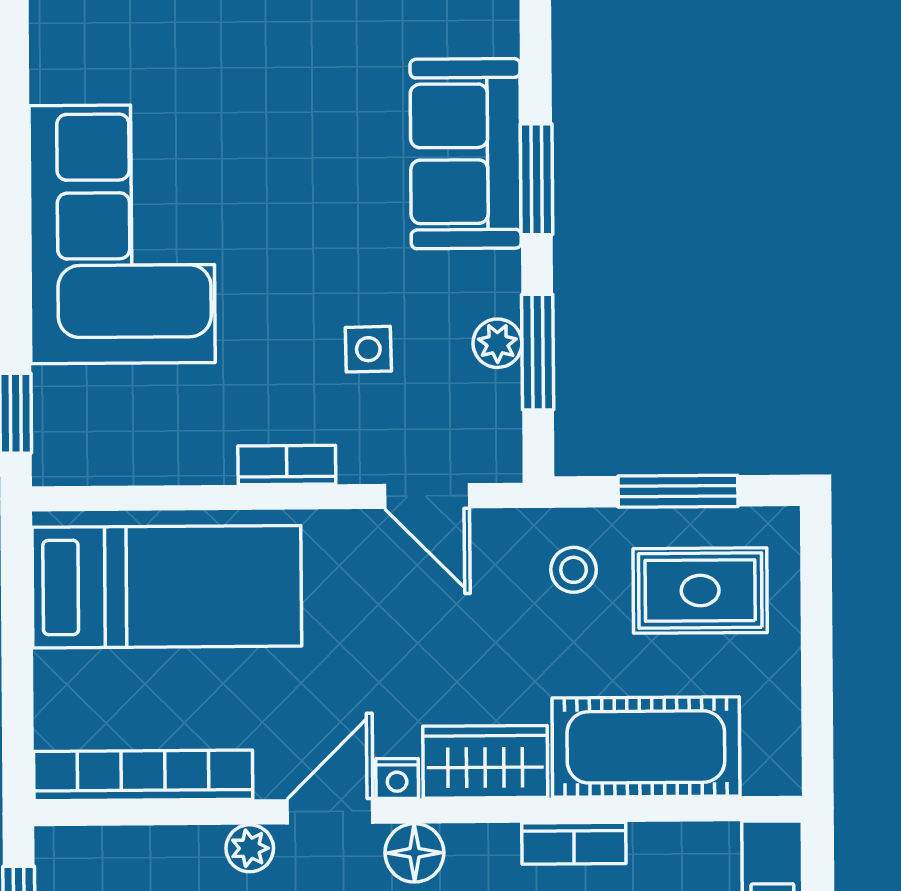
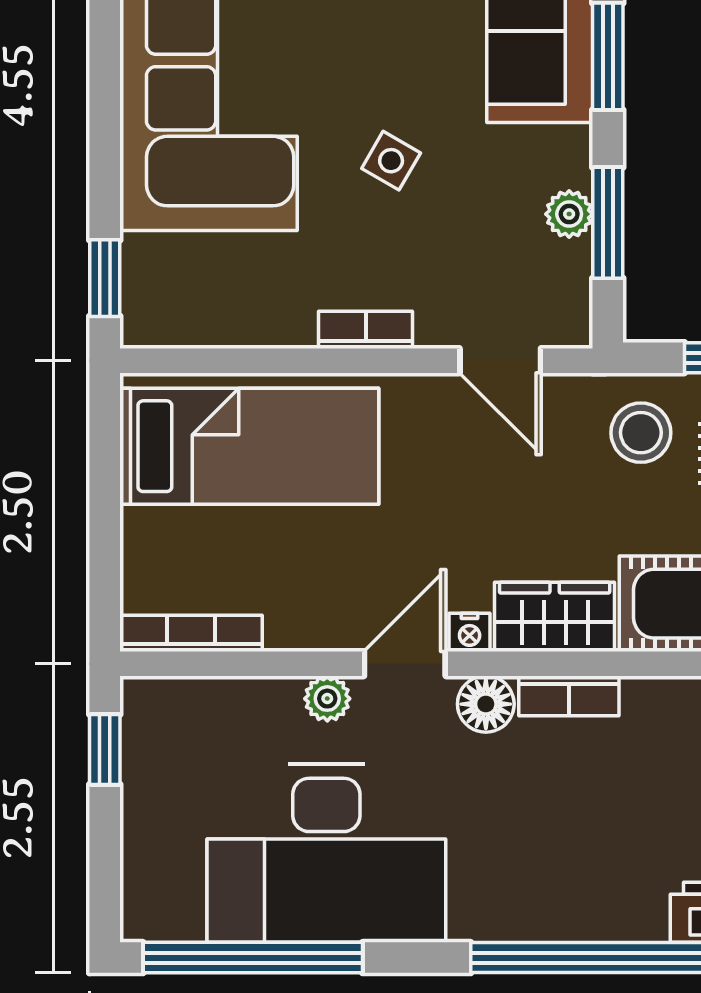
side table: (368, 349) -> (391, 161), moved, turned 31
stool: (574, 570) -> (641, 433), width x1.37, depth x1.37
bookcase: (143, 775) -> (191, 633), width x0.68, depth x0.76
bookcase: (574, 843) -> (569, 696), moved

